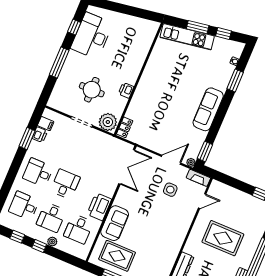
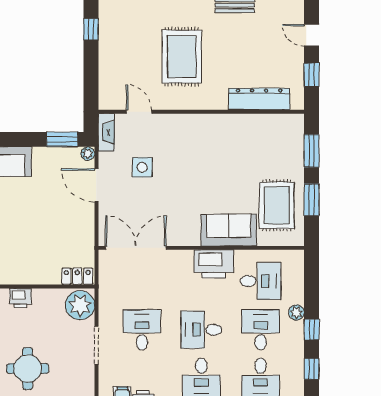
round table: (92, 90) -> (28, 369), moved
desk: (79, 151) -> (142, 330), added
desk: (51, 217) -> (261, 330), turned -90

